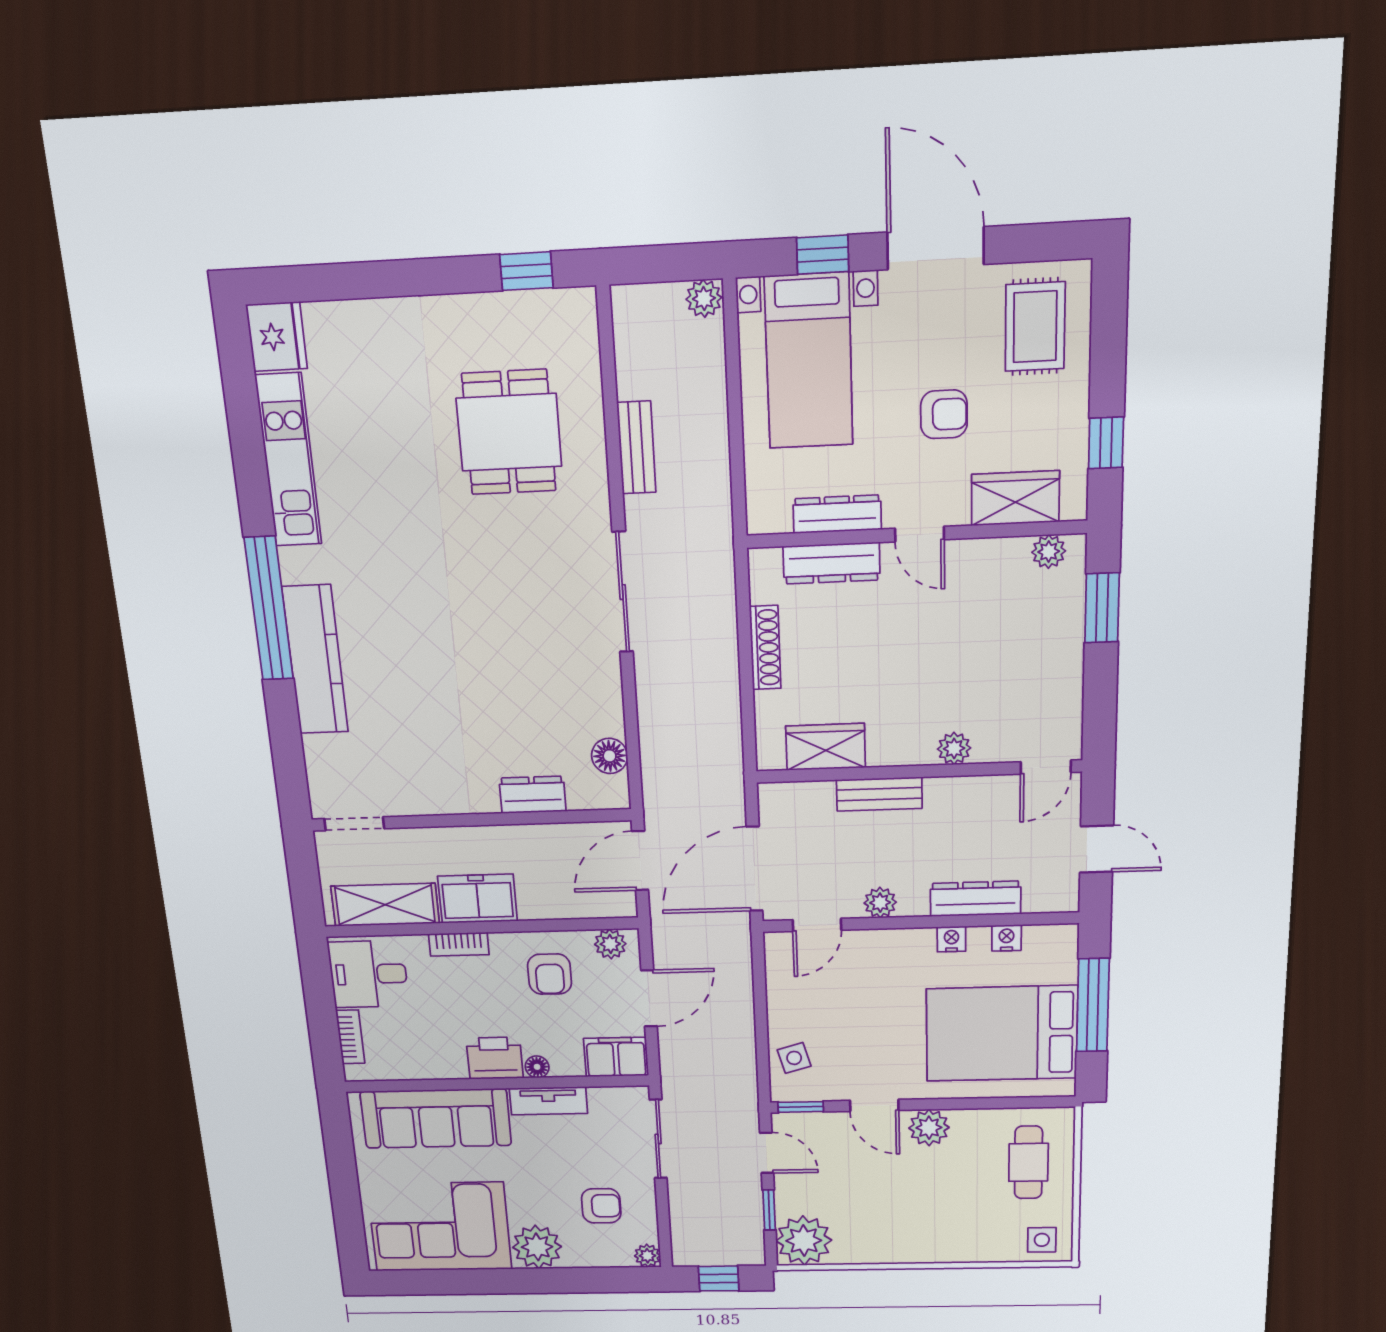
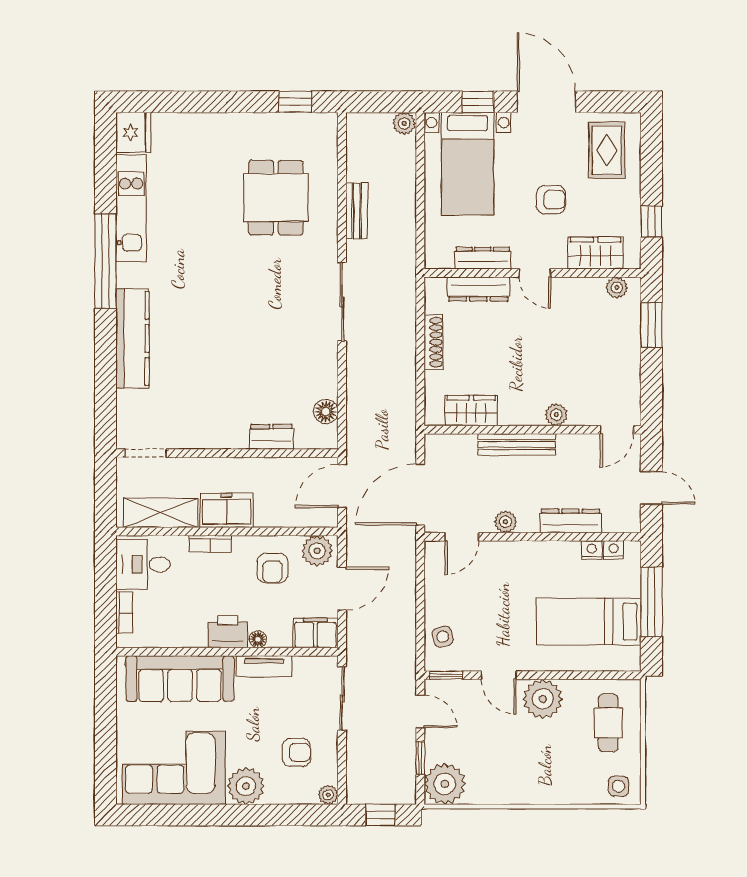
window: (269, 609) -> (105, 261), moved
bench: (879, 794) -> (517, 444), width x1.36
nightstand: (951, 939) -> (613, 550), moved
plant: (610, 944) -> (317, 551), width x1.38, depth x1.38
bed: (1002, 1034) -> (589, 622), width x0.67
plant: (929, 1128) -> (543, 699), width x1.36, depth x1.36

